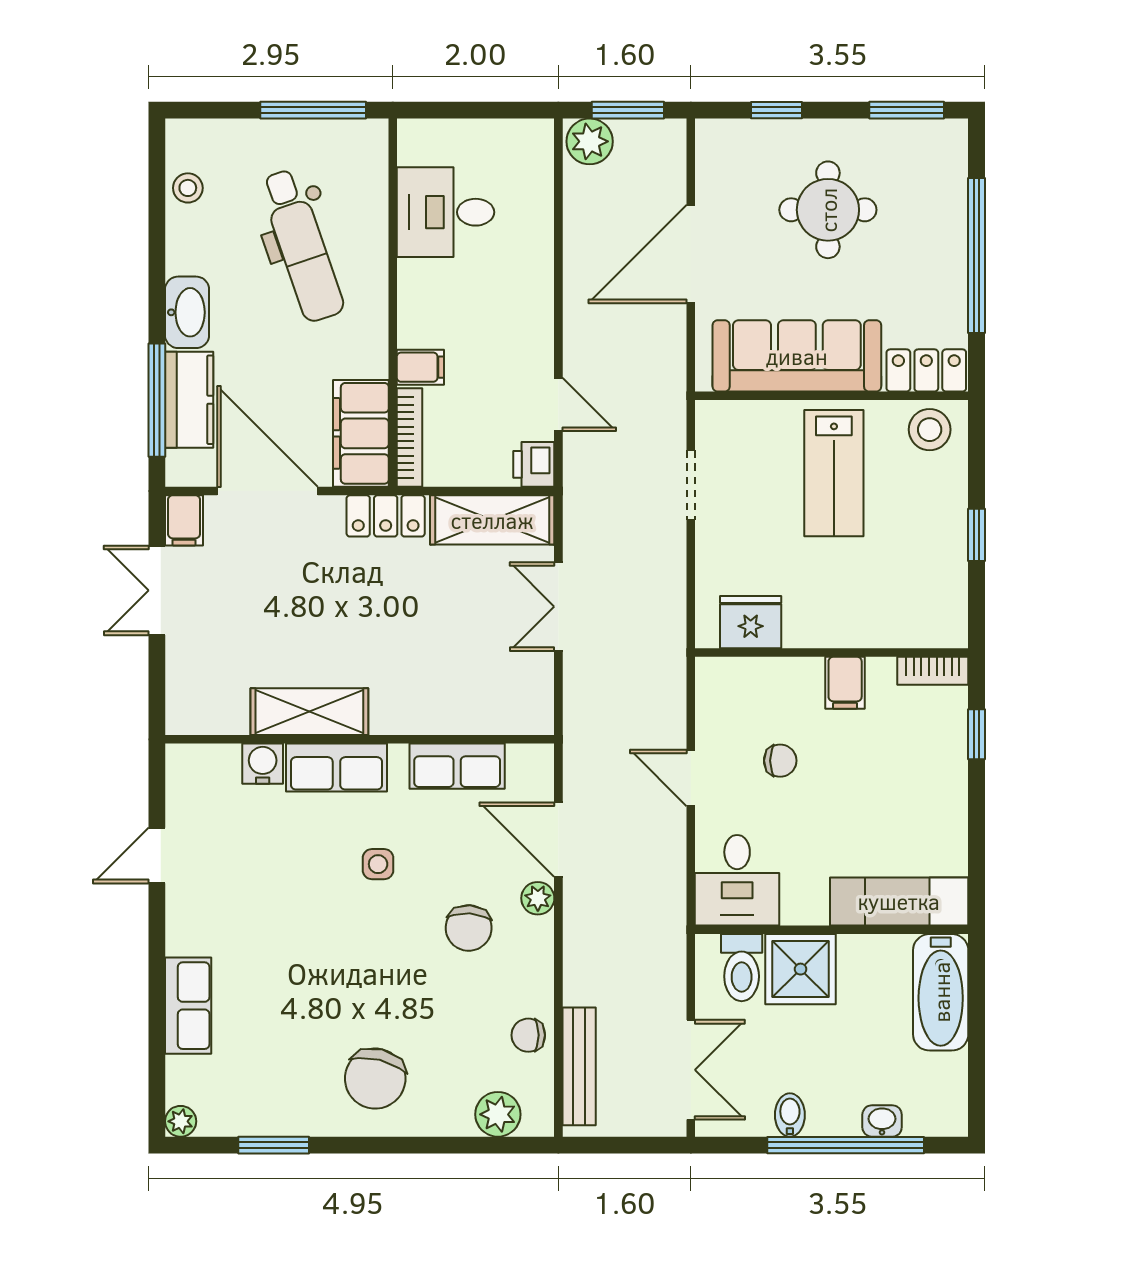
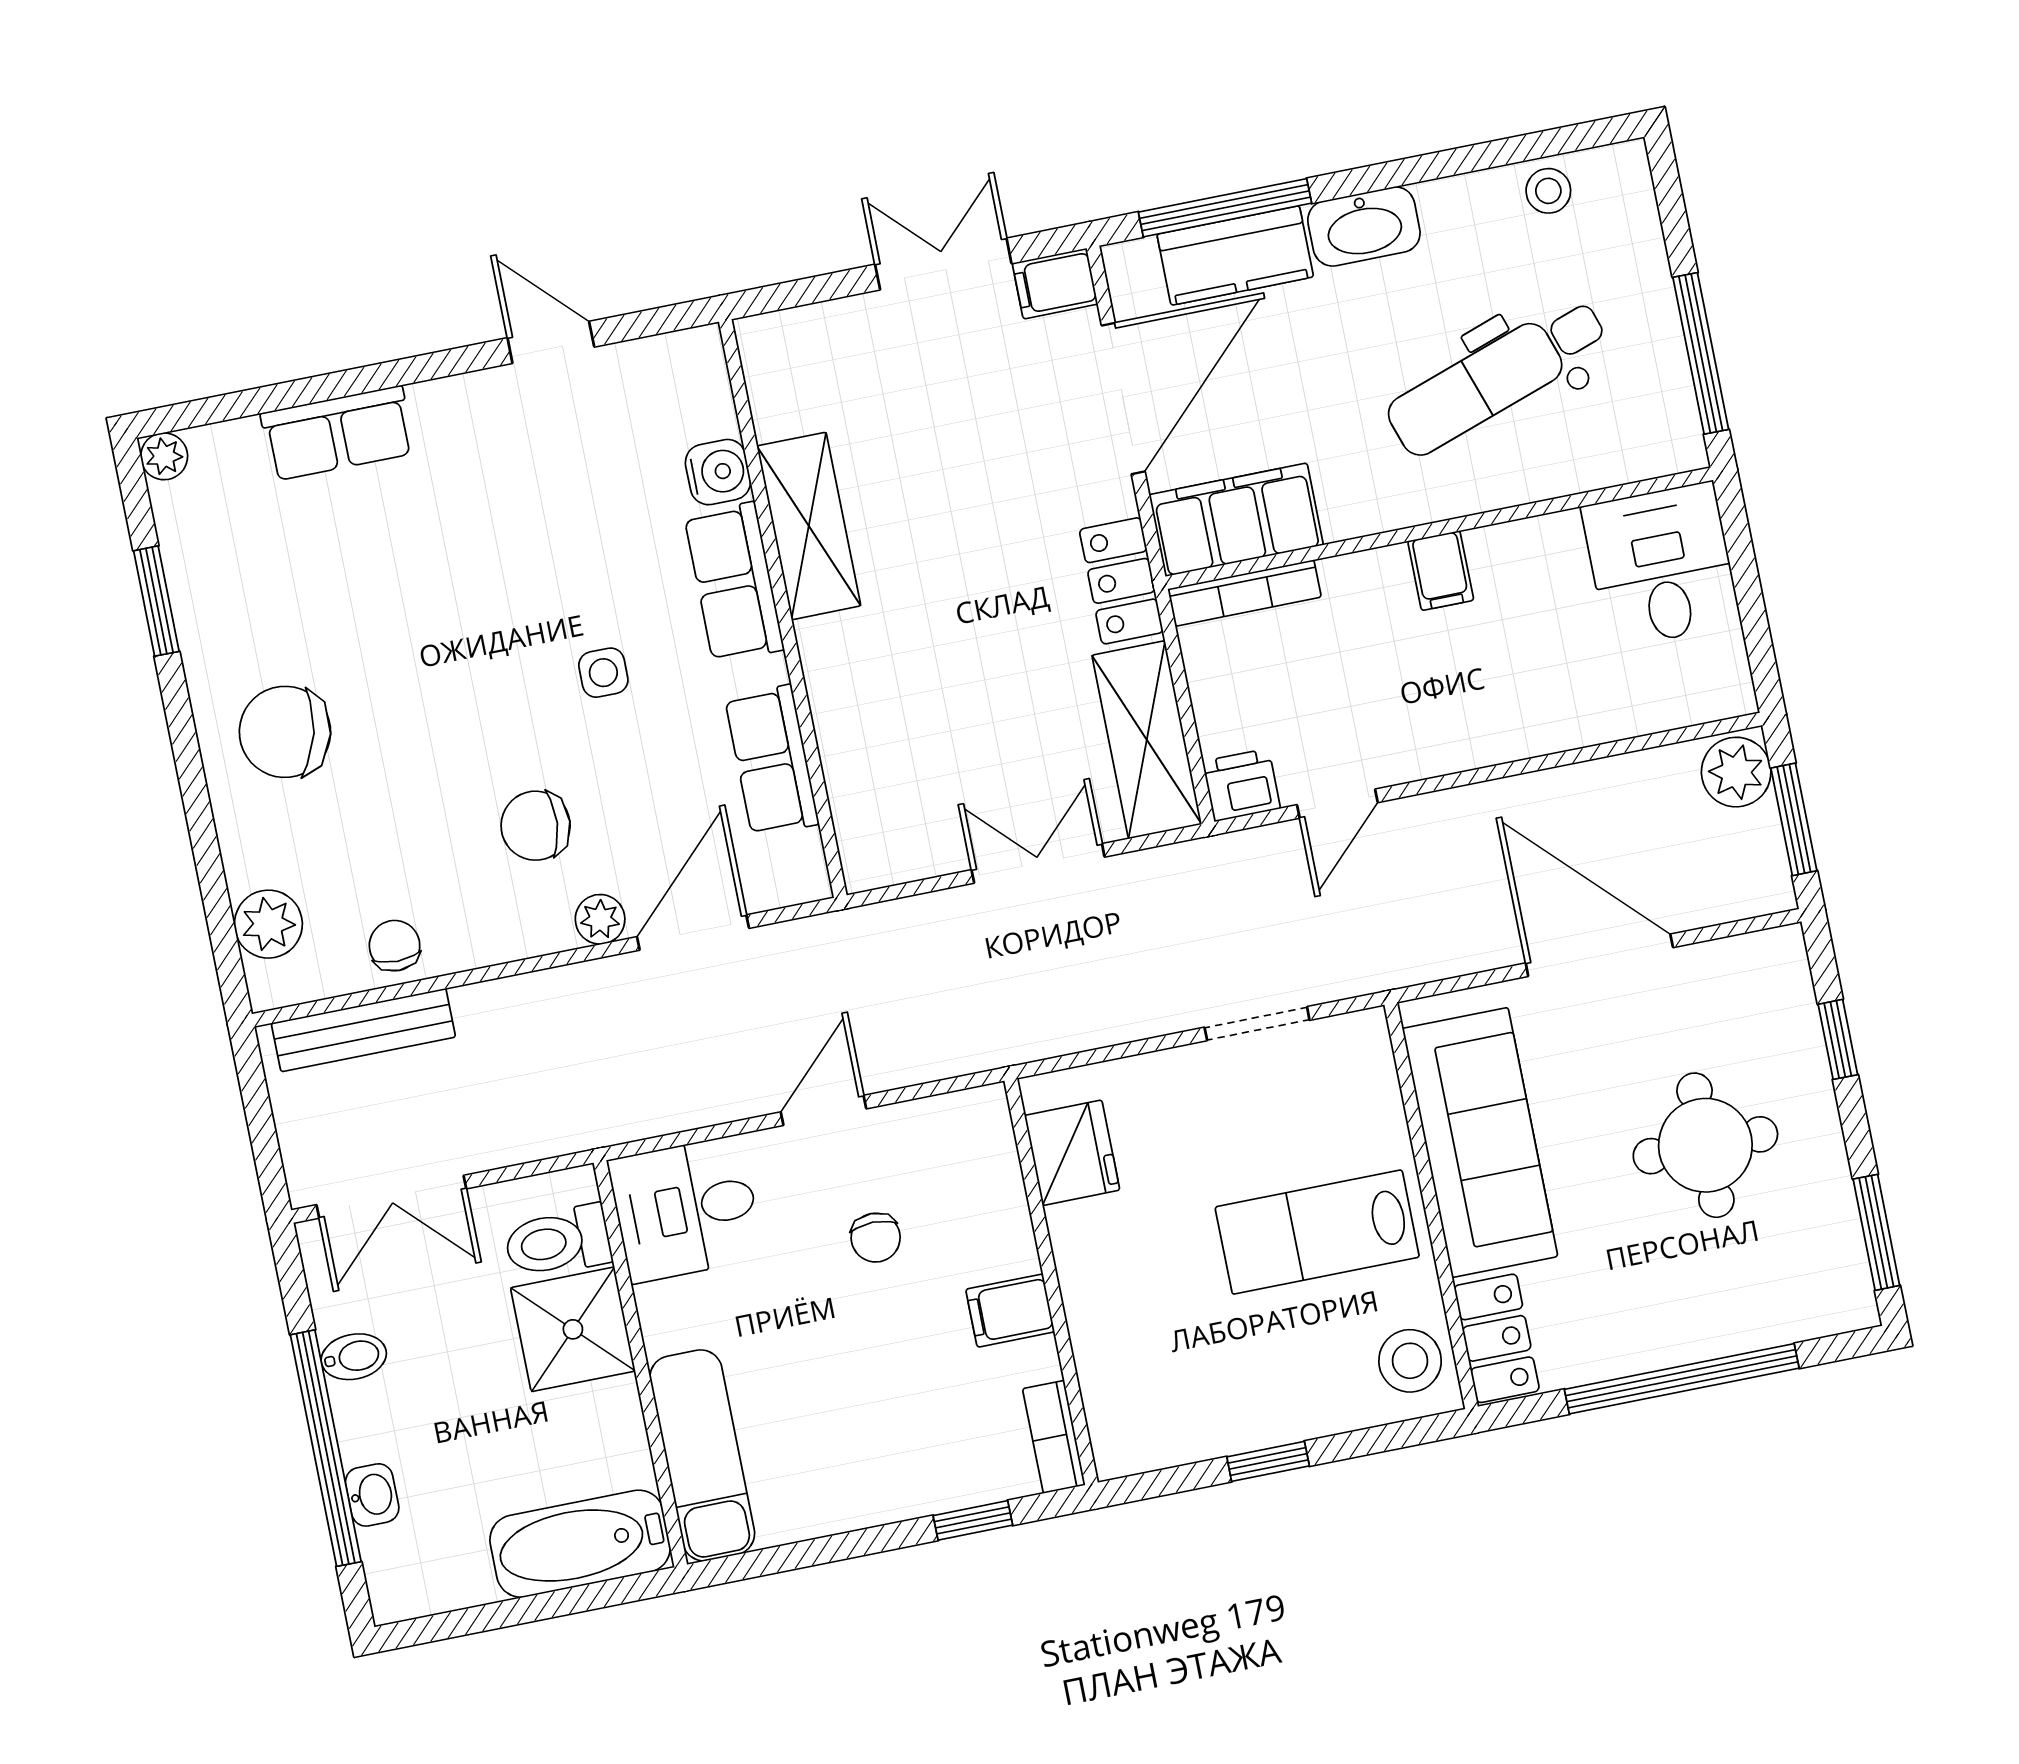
desk: (445, 212) -> (1661, 565), moved
filing cabinet: (420, 367) -> (1441, 571), moved

